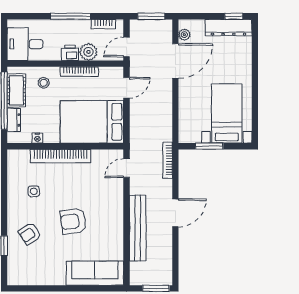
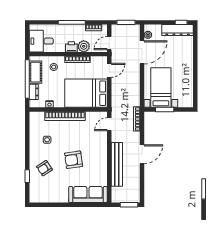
bed with nightstands: (227, 113) -> (161, 88), moved

